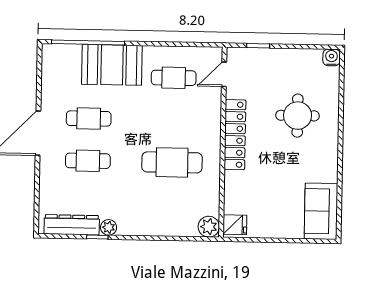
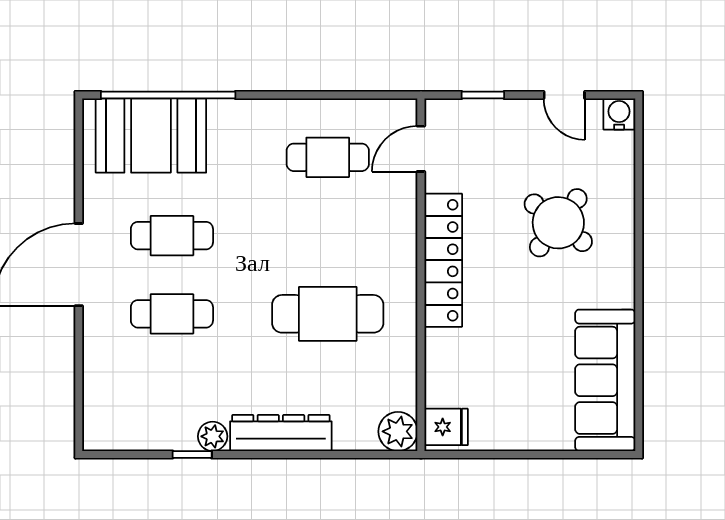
door: (302, 47) -> (564, 95), added
booth: (112, 65) -> (151, 136), moved
round table: (298, 116) -> (558, 223), turned 38
sofa: (321, 211) -> (605, 380), width x1.36
dresser: (72, 225) -> (281, 433), moved

